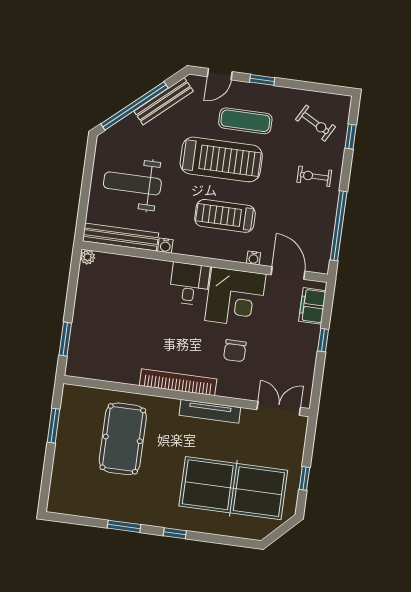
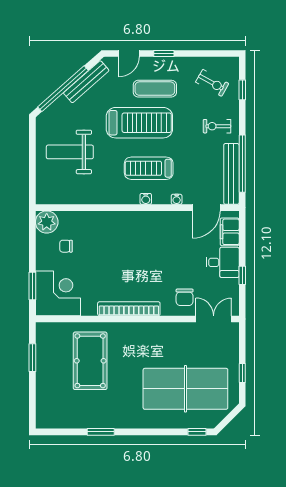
bench: (120, 237) -> (231, 174), moved, turned 90
water cooler: (165, 246) -> (146, 199), moved
plant: (88, 257) -> (47, 222), width x1.88, depth x1.88
door: (288, 273) -> (206, 208), swing flipped
desk: (189, 284) -> (223, 262), moved, turned 90
chair: (112, 296) -> (66, 246), added
corner desk: (235, 297) -> (58, 293), moved, turned -90
window: (323, 340) -> (242, 275), moved
chair: (235, 351) -> (185, 297), moved
tv unit: (210, 411) -> (158, 329), removed
window: (175, 533) -> (197, 432), moved

